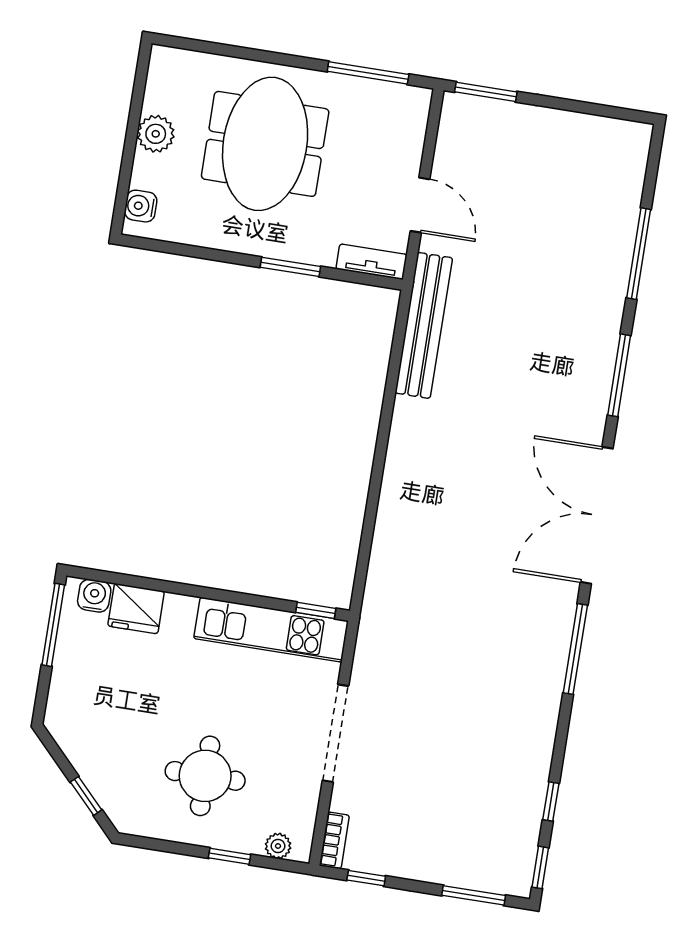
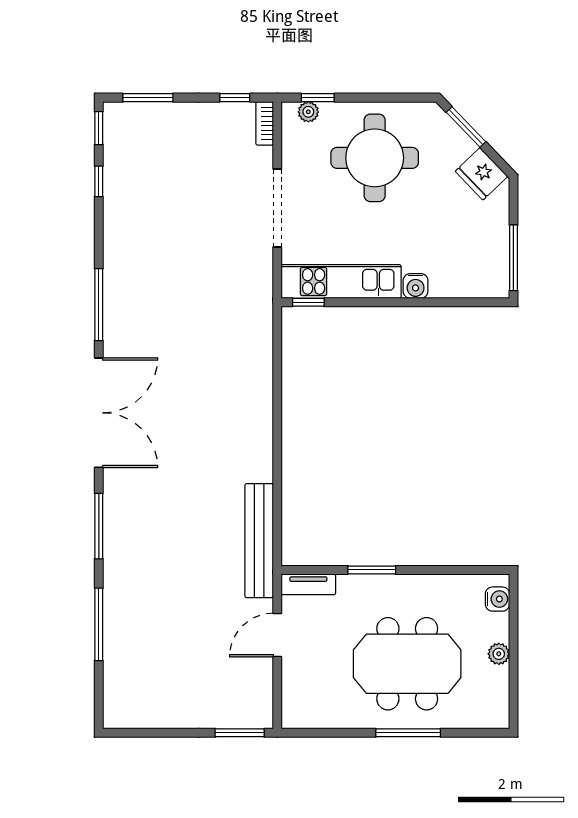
window: (368, 73) -> (408, 733), moved
plant: (156, 134) -> (499, 654), width x0.73, depth x0.73
meeting table: (265, 144) -> (407, 664), turned 90
door: (420, 205) -> (277, 635), hinge flipped
water cooler: (94, 596) -> (416, 286), moved
fridge: (136, 609) -> (481, 174), moved, turned -134
round table: (205, 776) -> (375, 158), width x1.36, depth x1.36
window: (86, 796) -> (466, 127), width x1.50
window: (229, 856) -> (318, 98), moved

